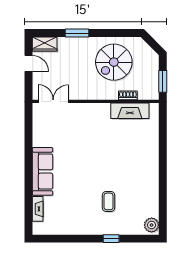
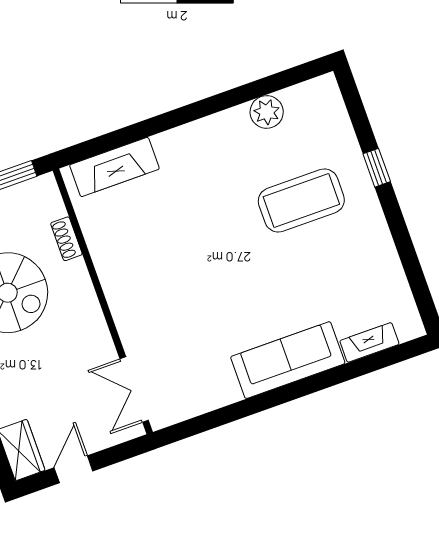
fireplace: (130, 111) -> (114, 167), moved, turned 90
coffee table: (109, 201) -> (301, 201), width x1.86, depth x1.72
plant: (152, 225) -> (267, 112), moved

